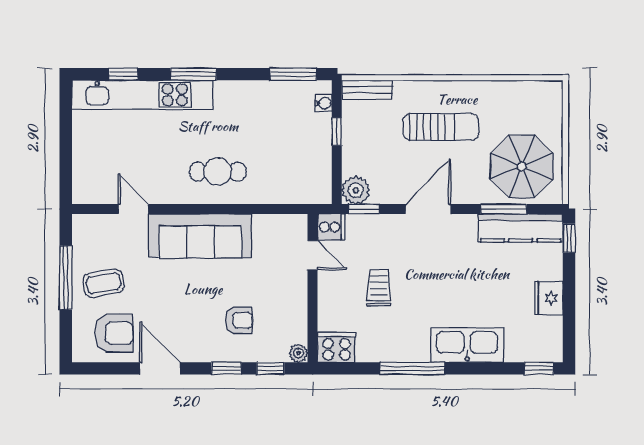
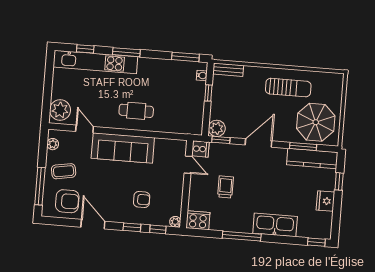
sun lounger: (441, 127) -> (288, 88), moved
plant: (89, 181) -> (60, 110), added
window: (569, 238) -> (339, 181), moved
plant: (82, 239) -> (53, 144), added
window: (66, 278) -> (40, 186), moved

